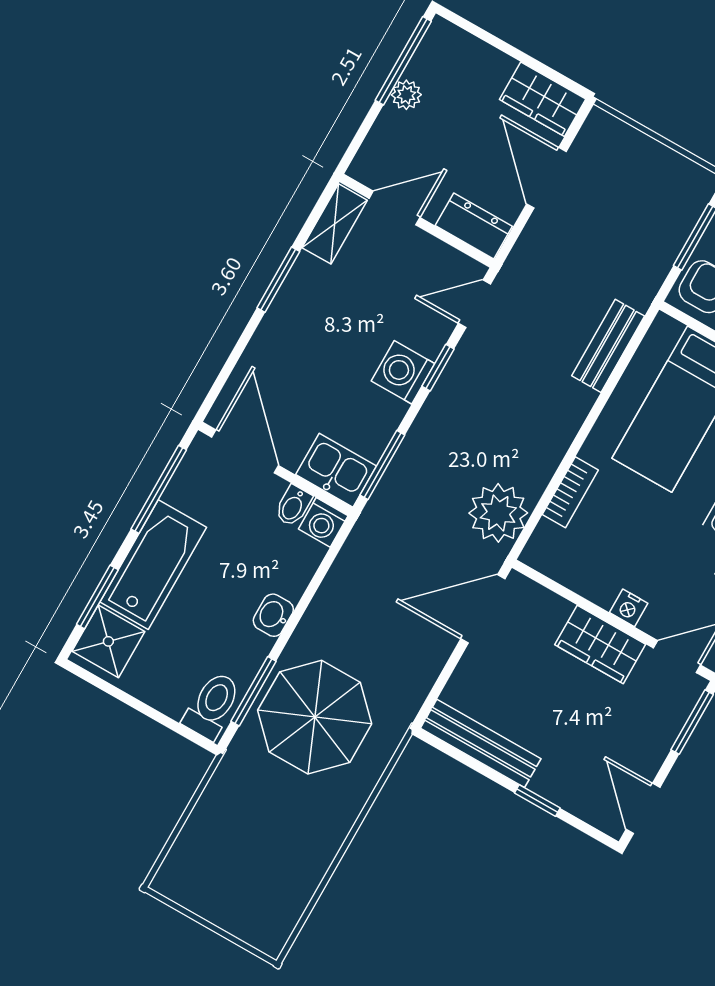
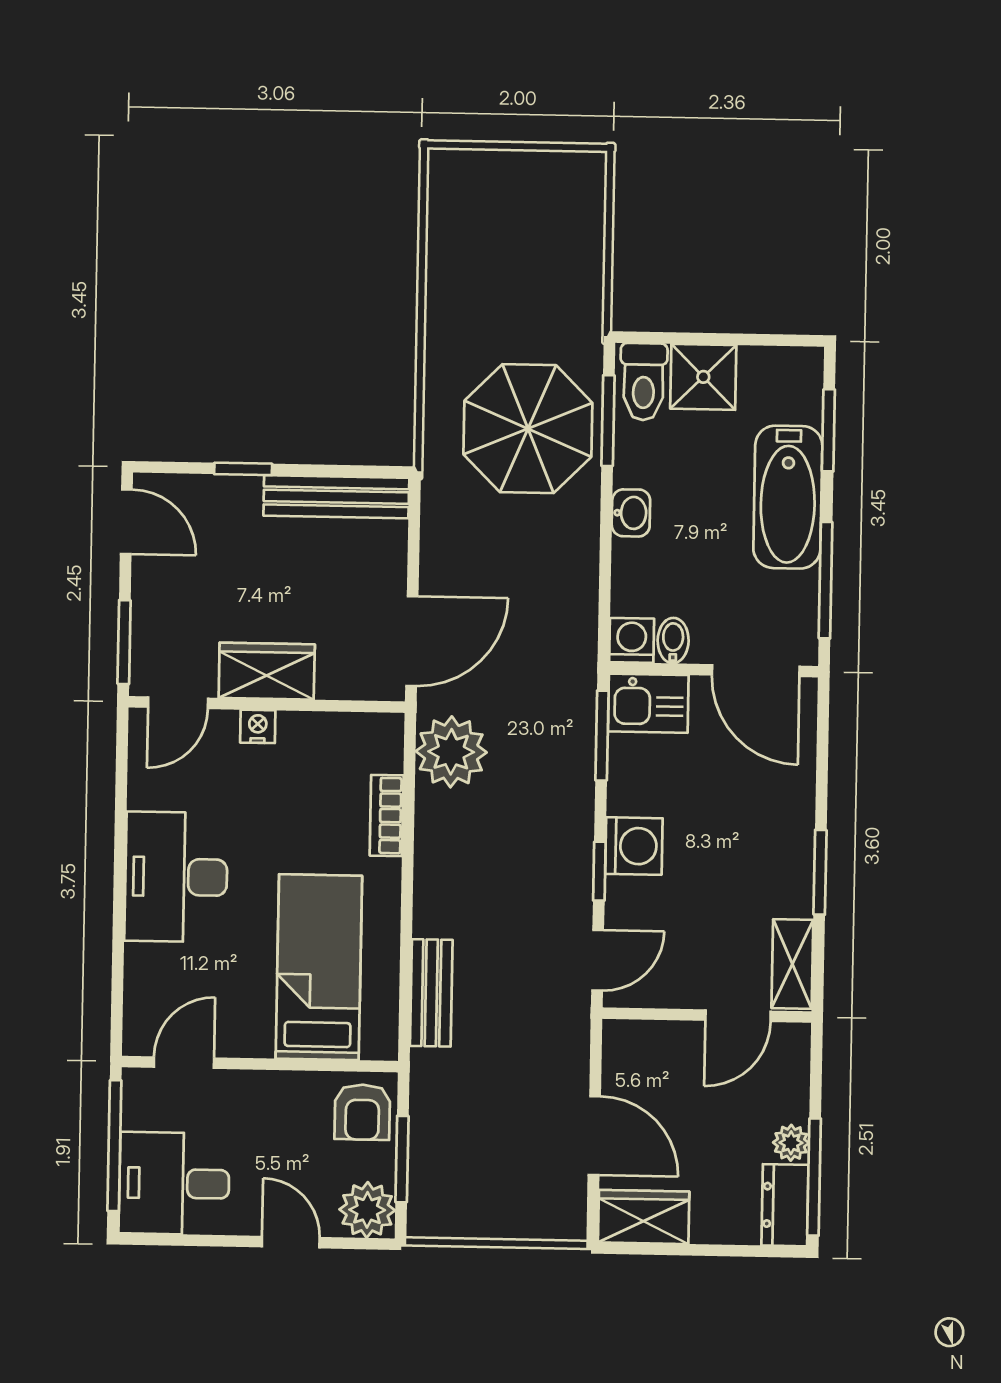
dresser: (474, 226) -> (785, 1205), moved, turned 90
shower: (108, 641) -> (703, 377), moved

